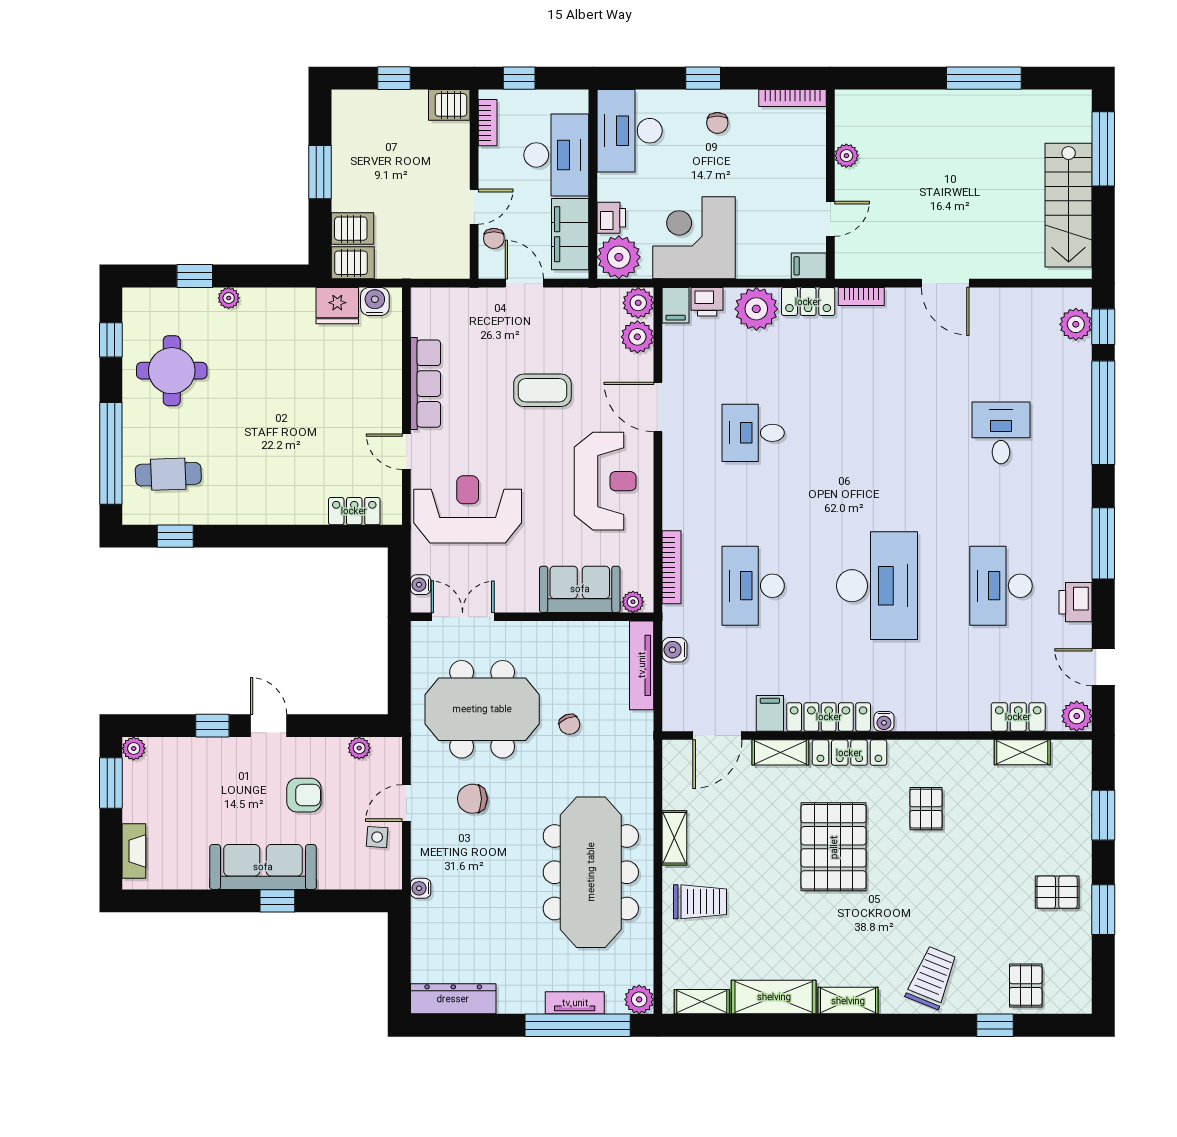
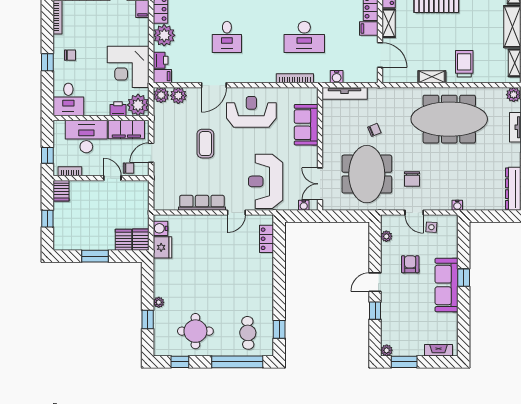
desk: (630, 131) -> (68, 99), width x0.73
plant: (633, 602) -> (312, 98), removed

